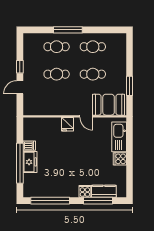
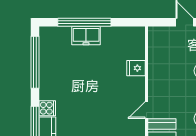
fridge: (68, 124) -> (136, 68), moved
dishwasher: (29, 146) -> (108, 35), removed

